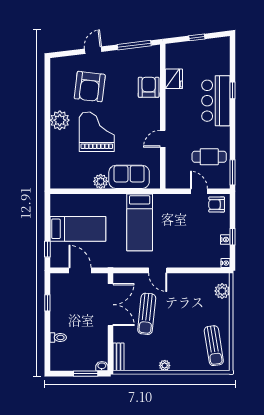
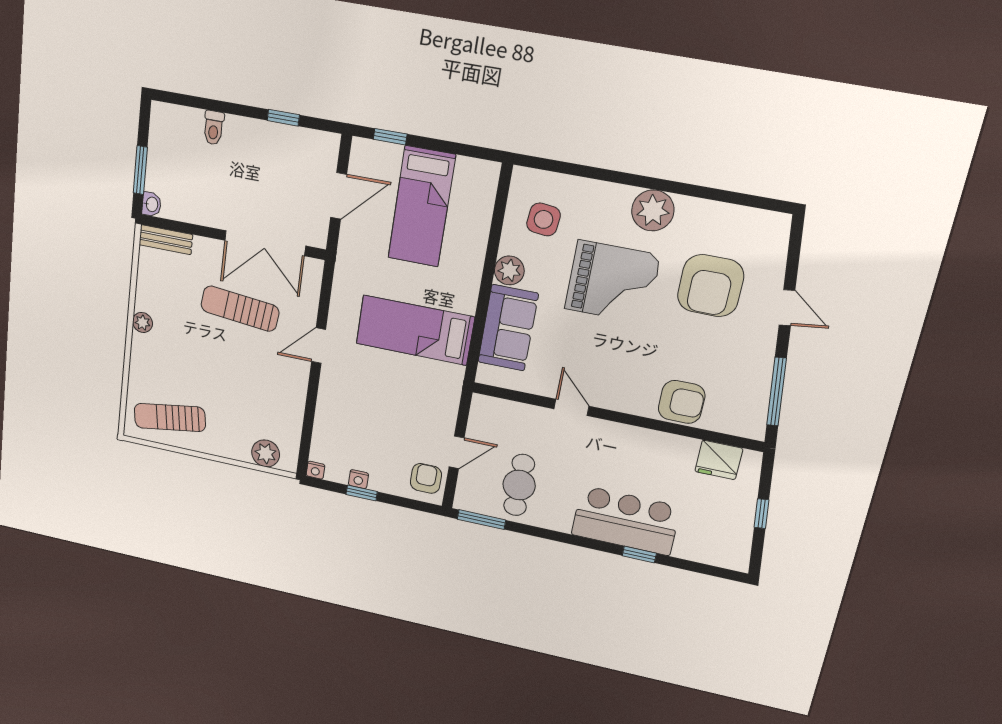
fridge: (174, 79) -> (719, 460), moved
armchair: (90, 87) -> (711, 286), turned -97
side table: (73, 170) -> (543, 219), added

